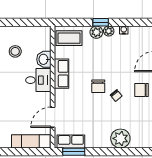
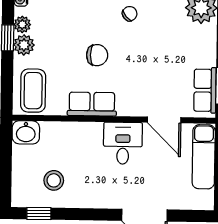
washbasin: (44, 59) -> (26, 132), moved
desk: (38, 80) -> (123, 143), moved
chair: (98, 86) -> (97, 55), moved

